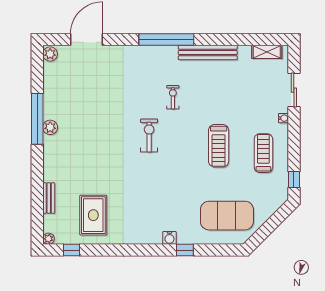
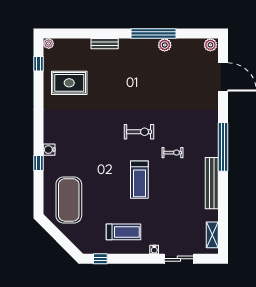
plant: (50, 127) -> (165, 45), moved
treadmill: (219, 146) -> (139, 180), moved, turned -90
bench: (49, 198) -> (105, 44), moved

